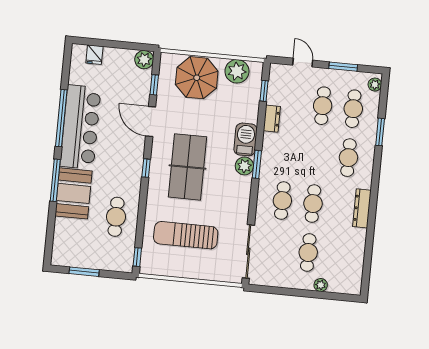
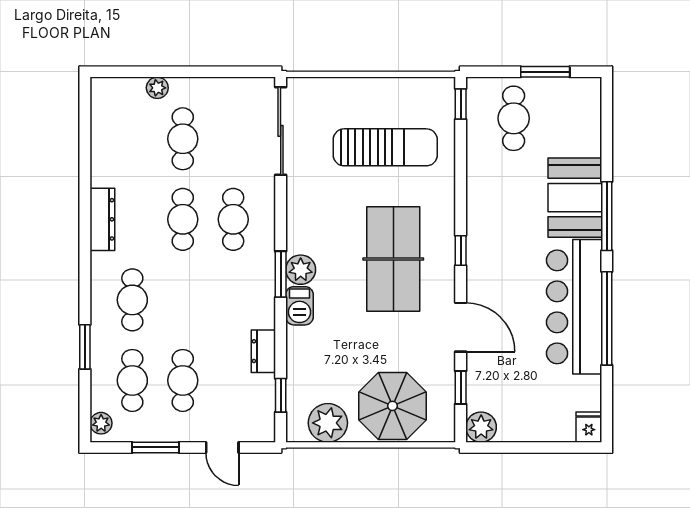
fridge: (94, 55) -> (589, 427), moved
barbecue: (245, 139) -> (299, 306), width x0.73, depth x0.79
cafe table: (116, 217) -> (514, 118), moved

